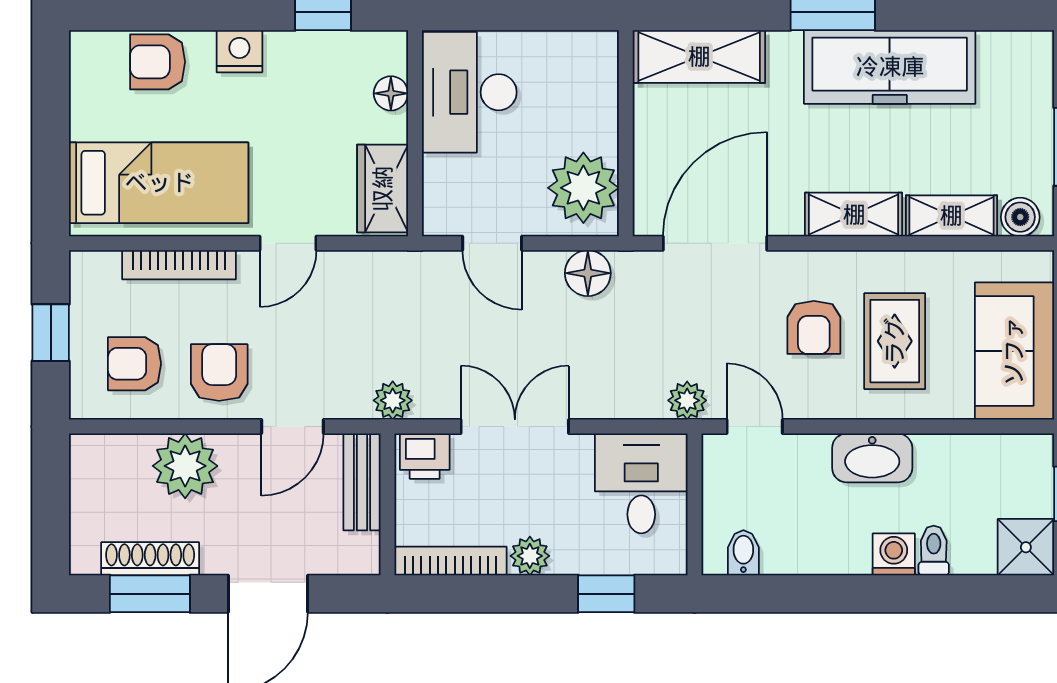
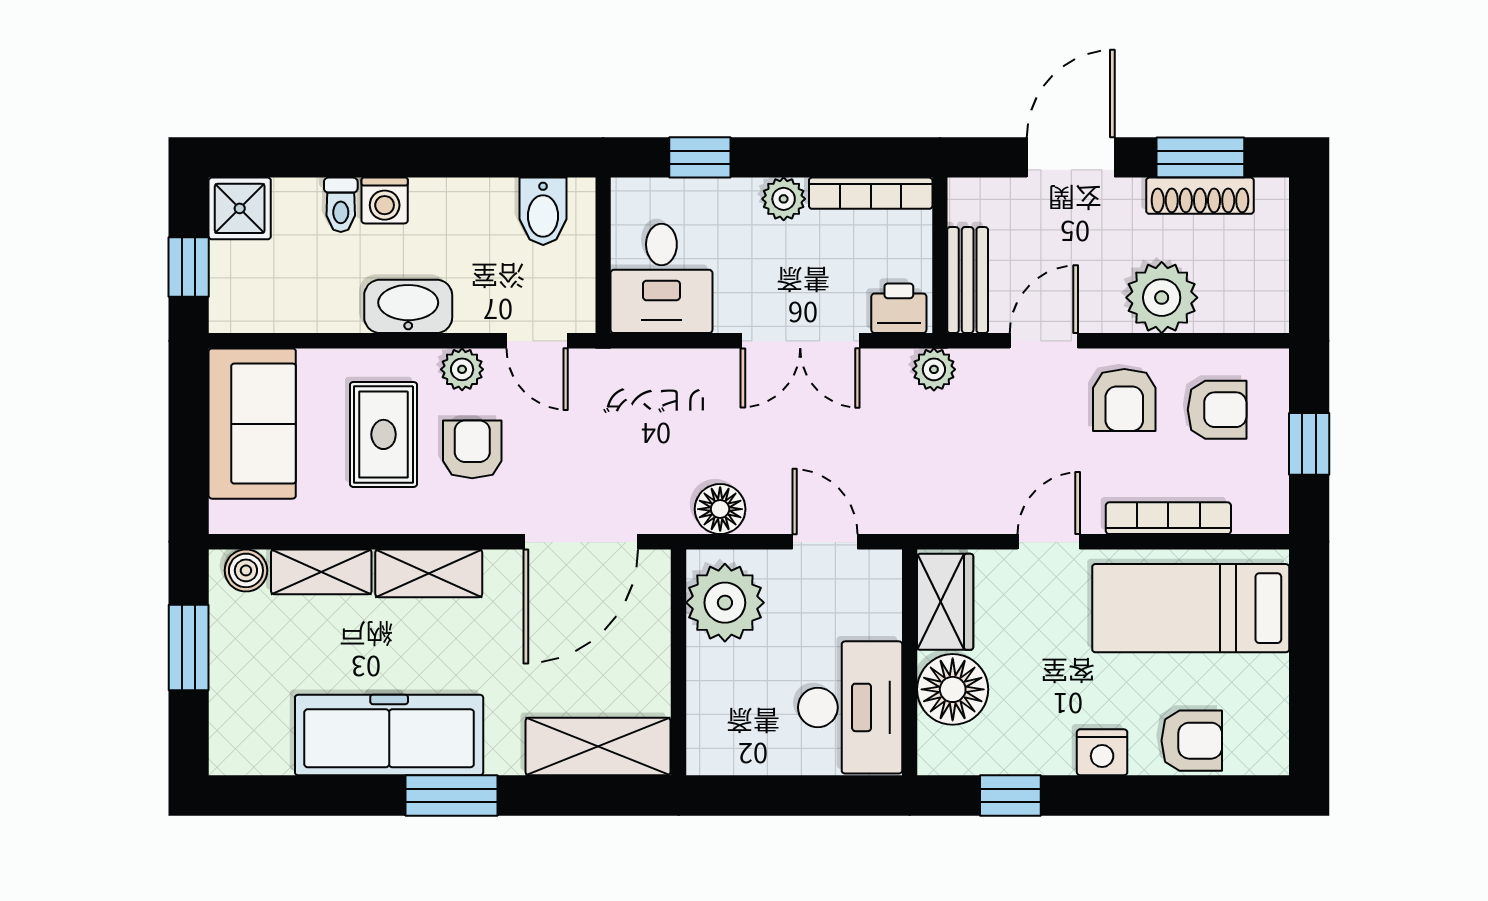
floor lamp: (391, 93) -> (953, 689), width x1.89, depth x1.89
plant: (687, 400) -> (462, 369), moved
bidet: (743, 553) -> (543, 211), width x1.38, depth x1.36

